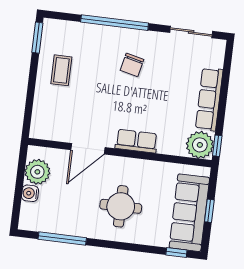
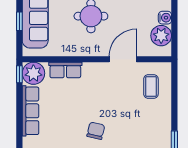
coffee table: (61, 70) -> (151, 86), moved
row of seats: (136, 141) -> (65, 70), moved

